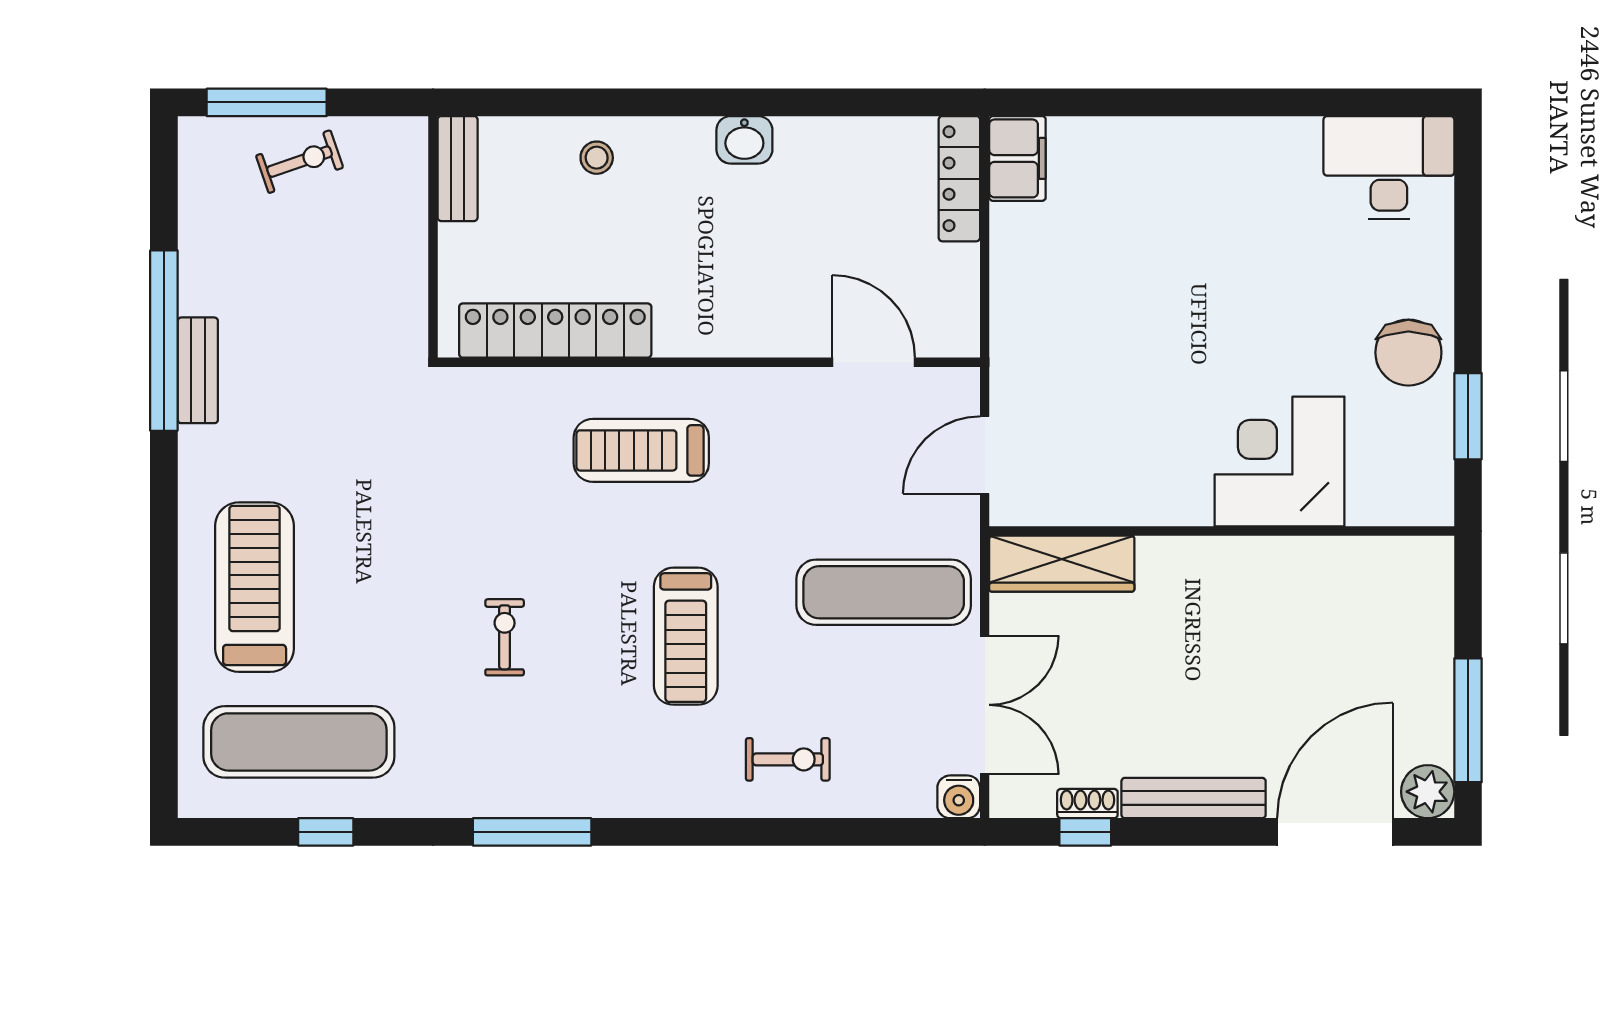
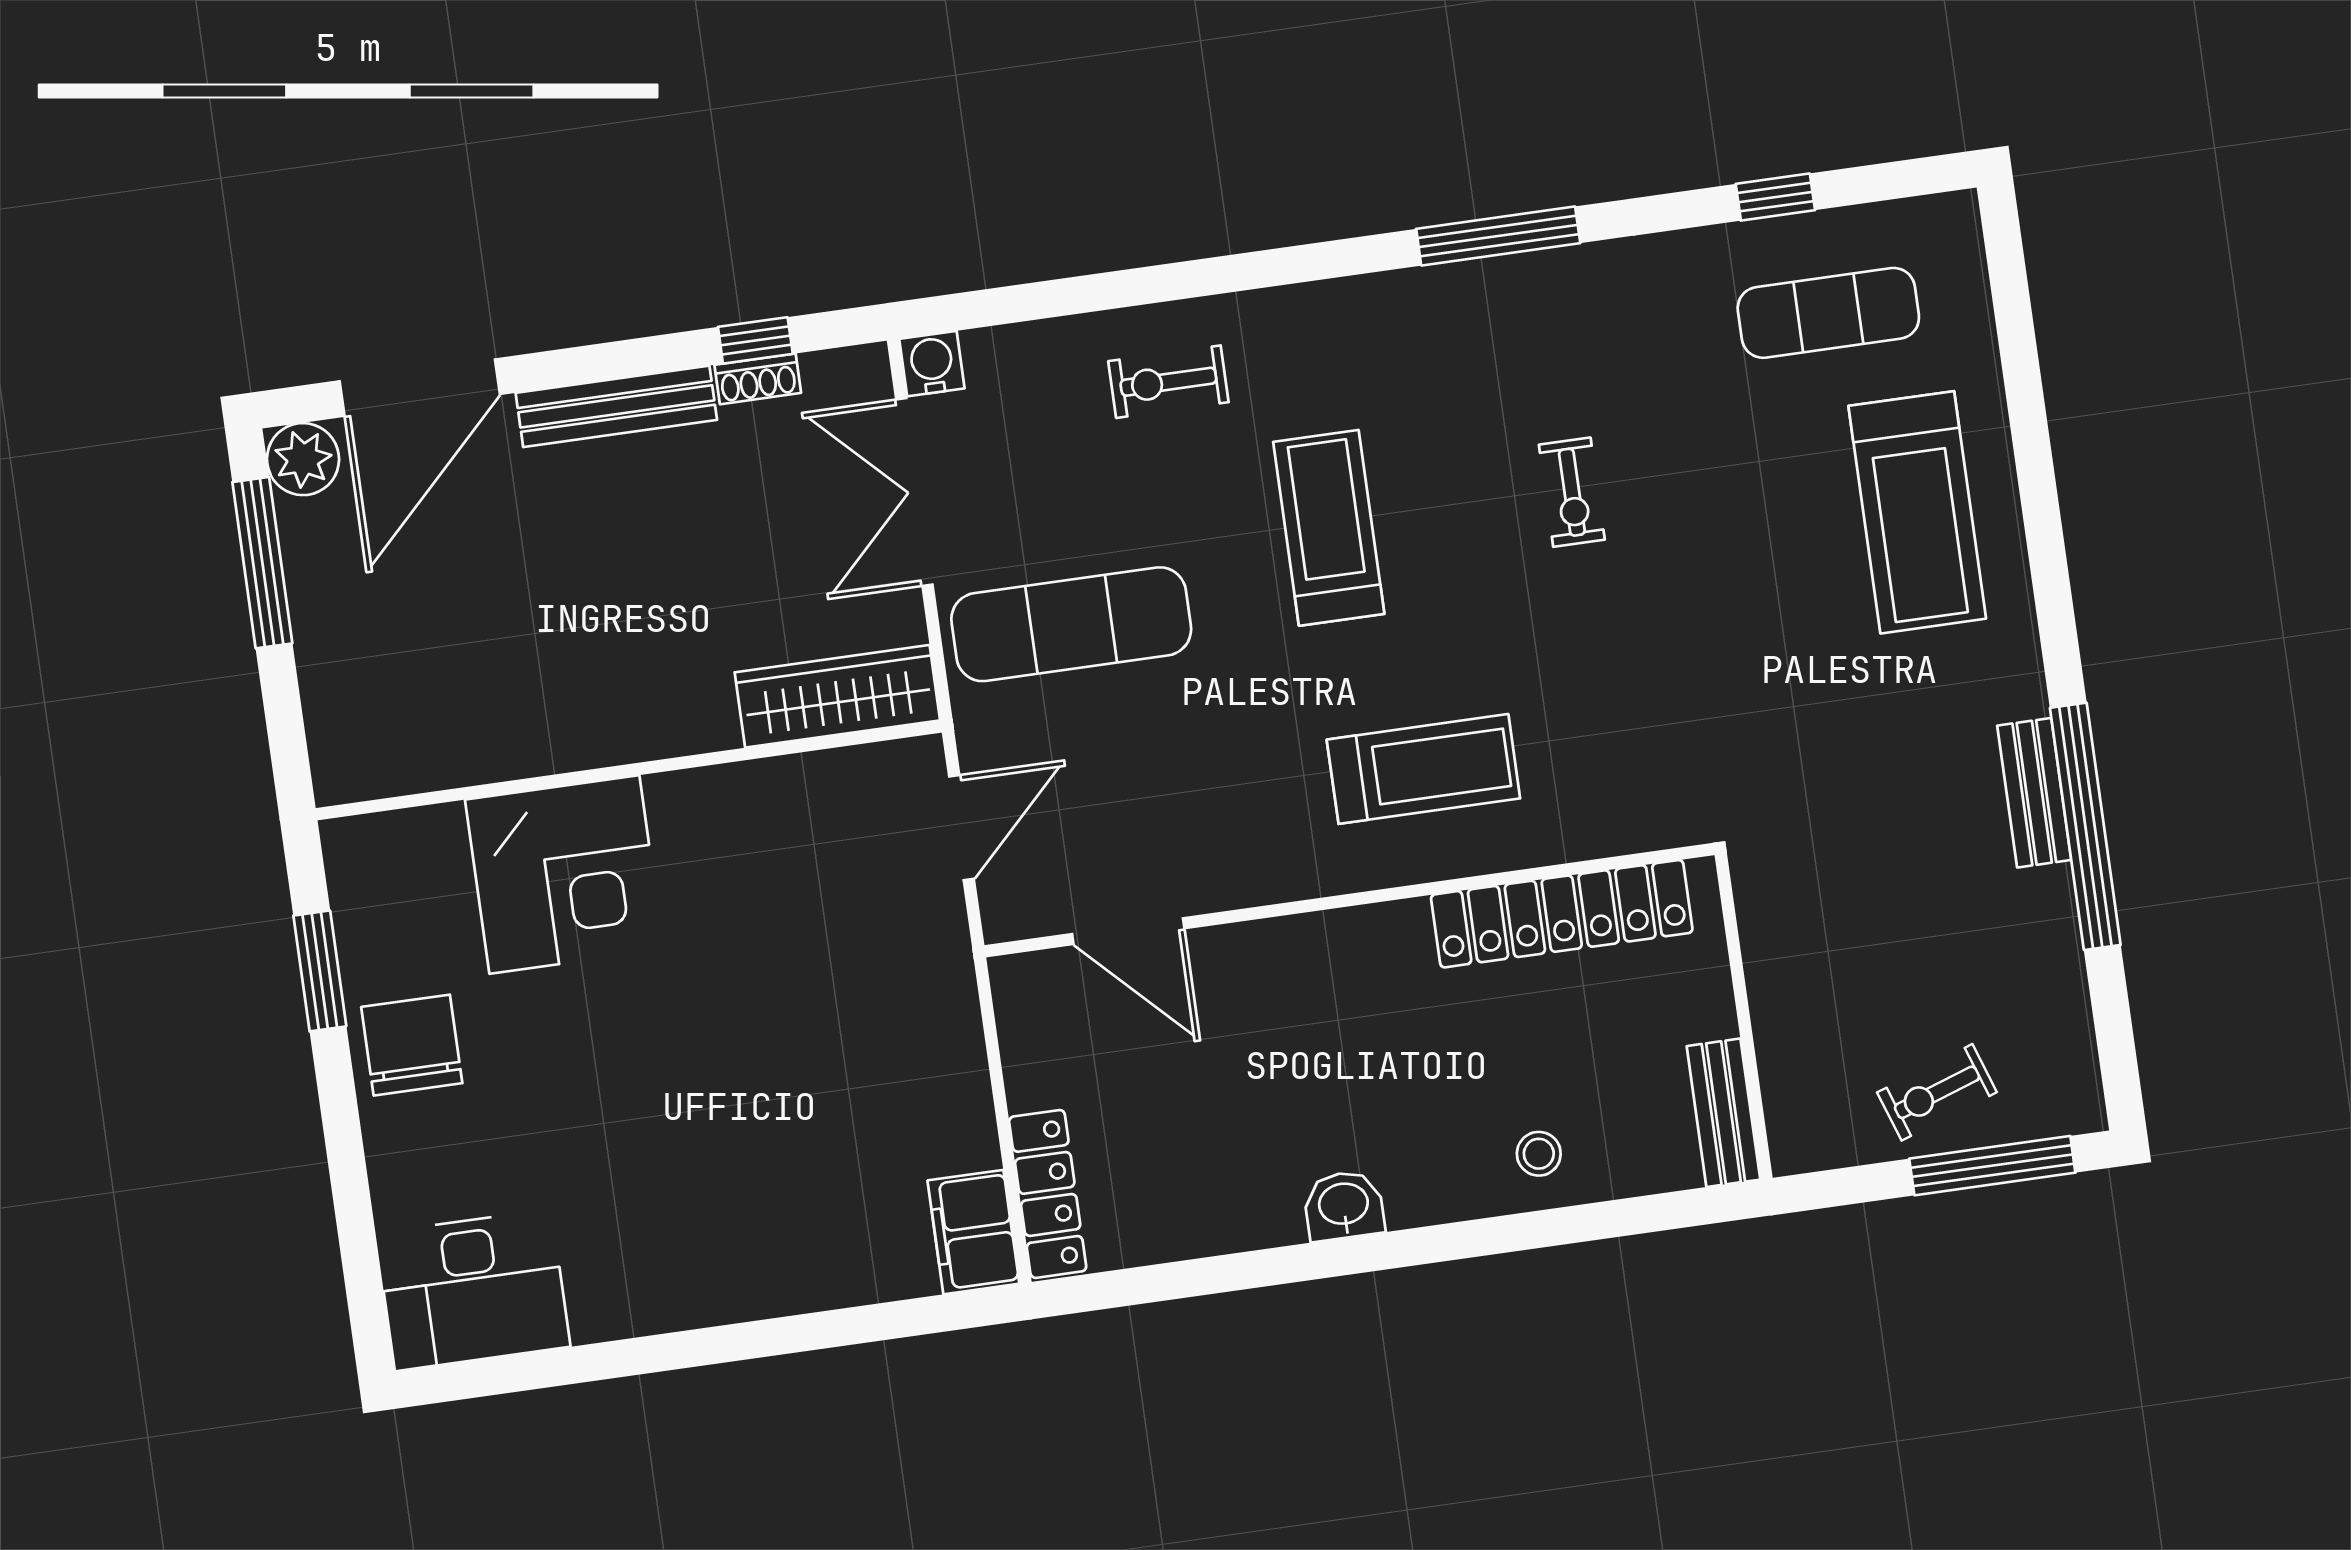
exercise mat: (299, 742) -> (1828, 313), width x0.73, depth x0.69

